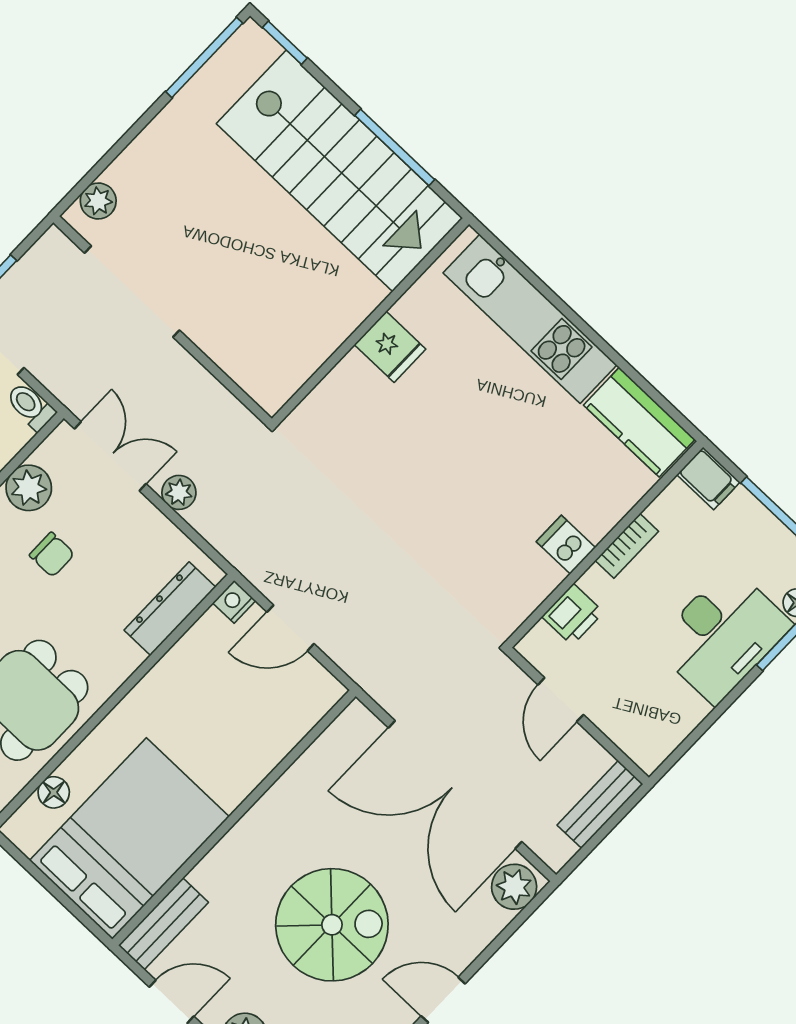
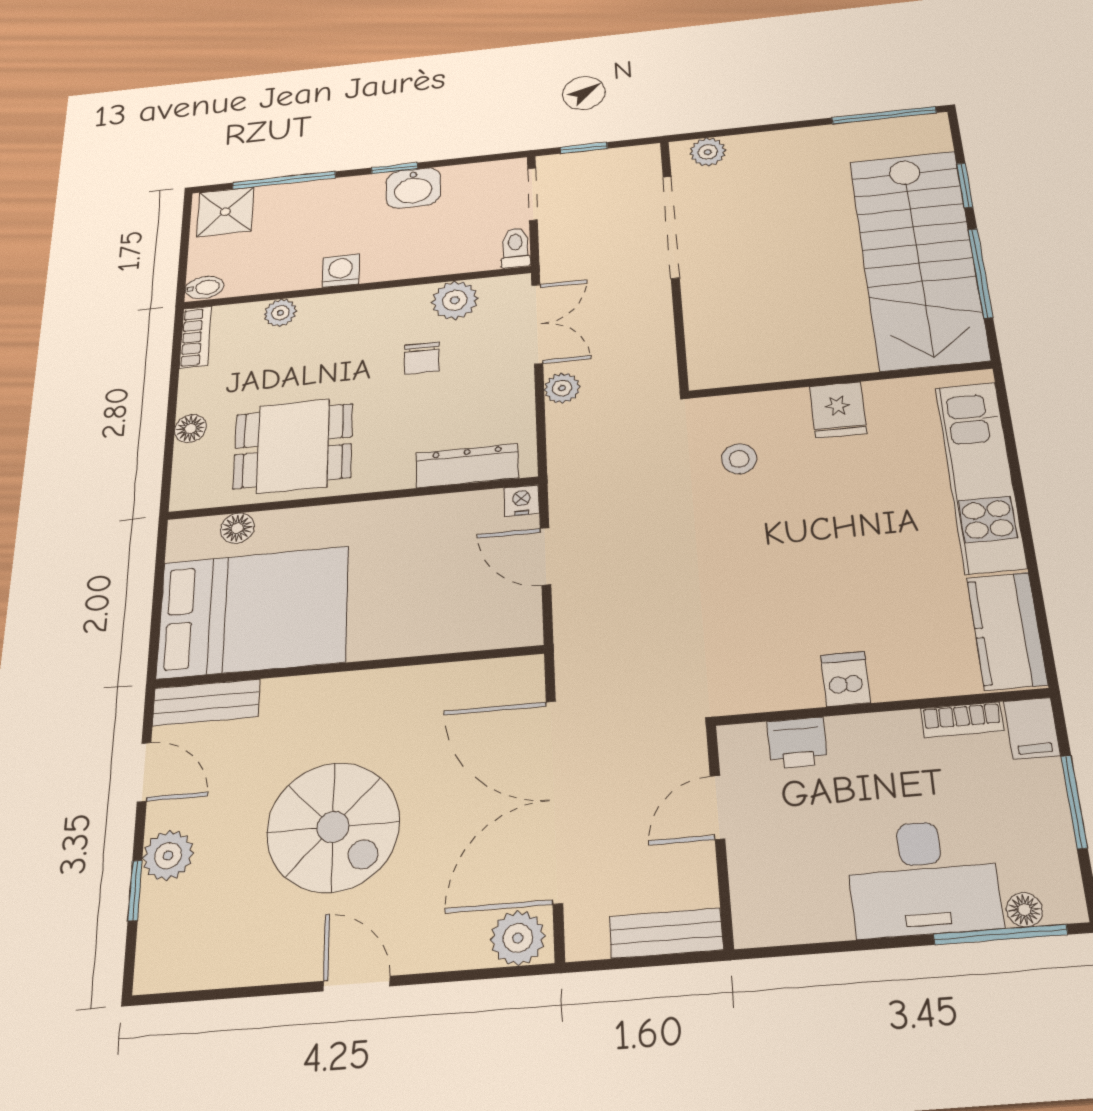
window: (285, 43) -> (965, 185), moved
stool: (356, 443) -> (739, 459), added
bookcase: (627, 546) -> (962, 720), moved

